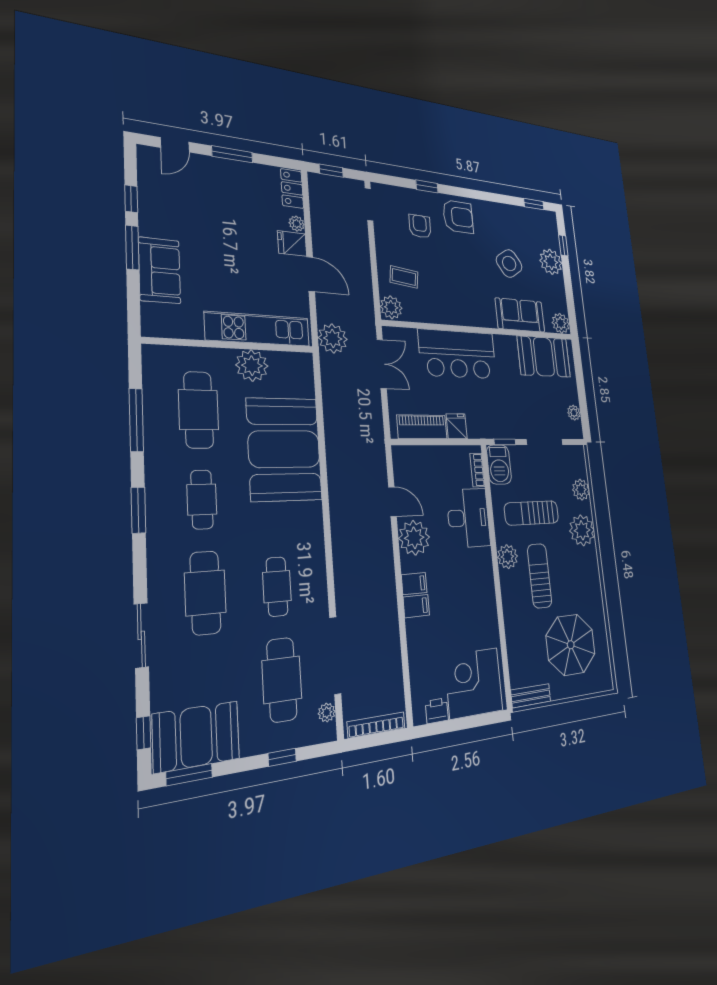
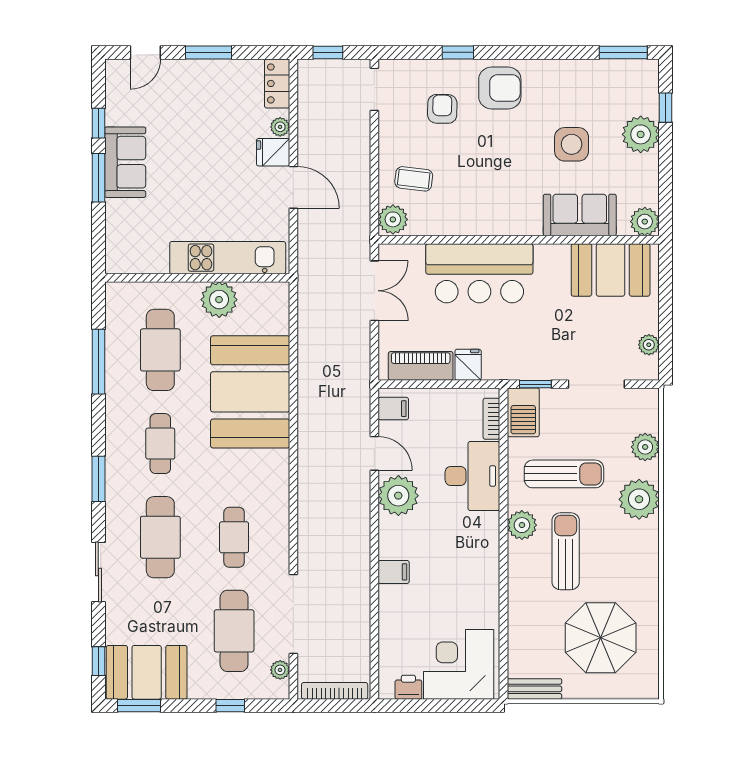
window: (534, 204) -> (623, 52), width x1.50
side table: (509, 263) -> (572, 144), turned 34
sofa: (160, 270) -> (125, 162), moved
plant: (333, 338) -> (315, 263), removed
window: (138, 510) -> (98, 479), moved
sun lounger: (532, 513) -> (564, 474), turned 180
filing cabinet: (414, 584) -> (393, 409), moved

